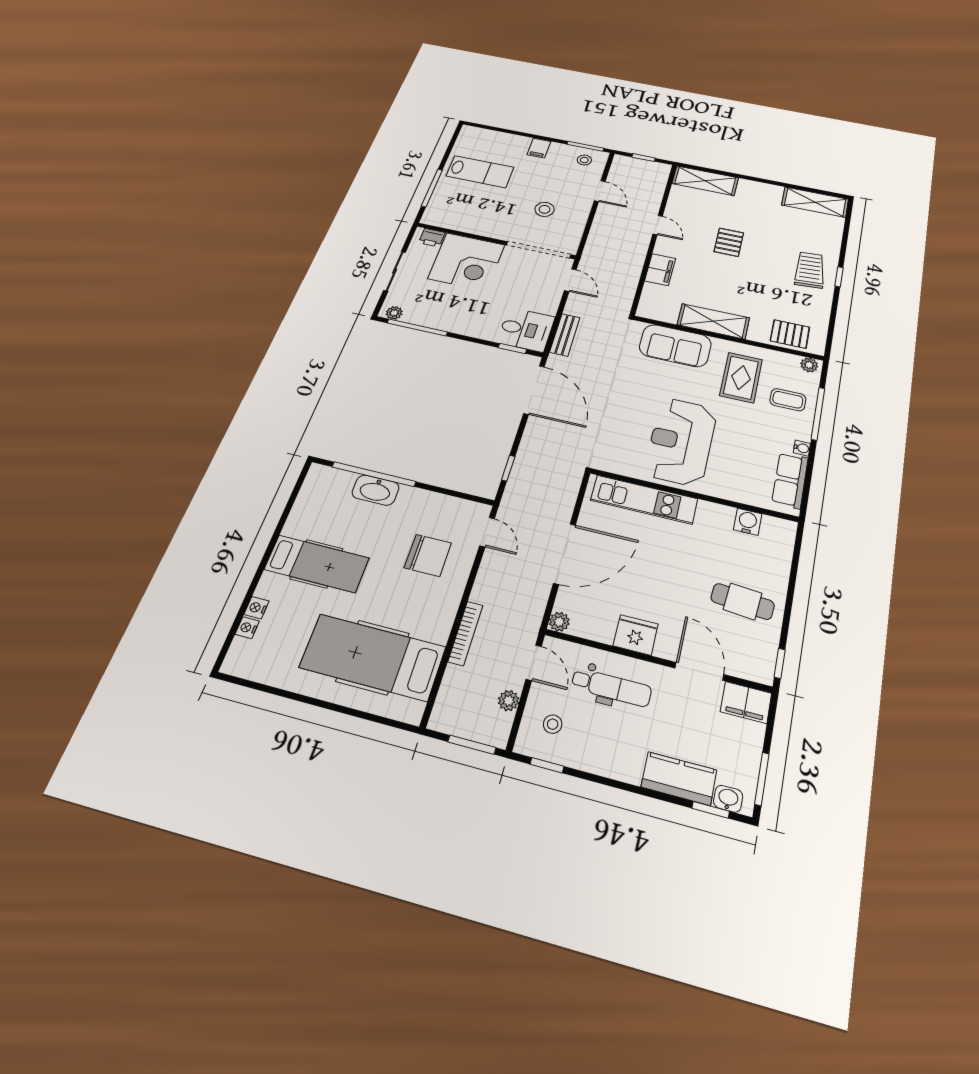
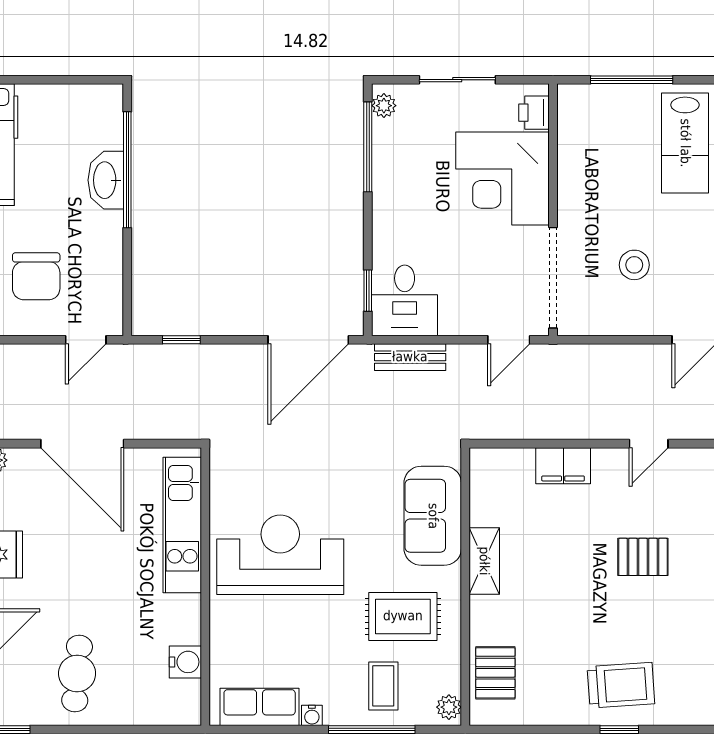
shelving: (713, 321) -> (484, 561), width x0.67, depth x0.75

